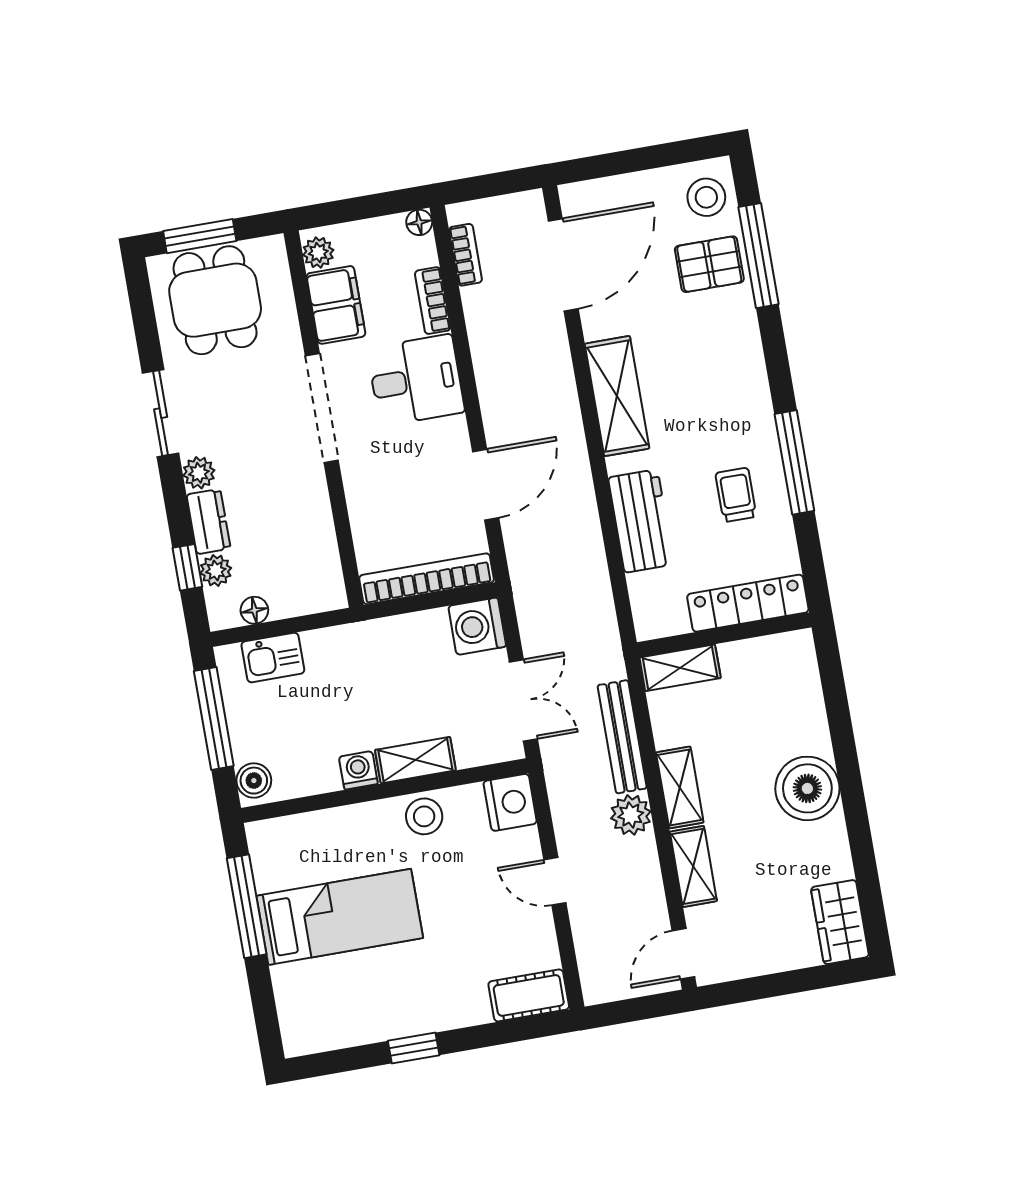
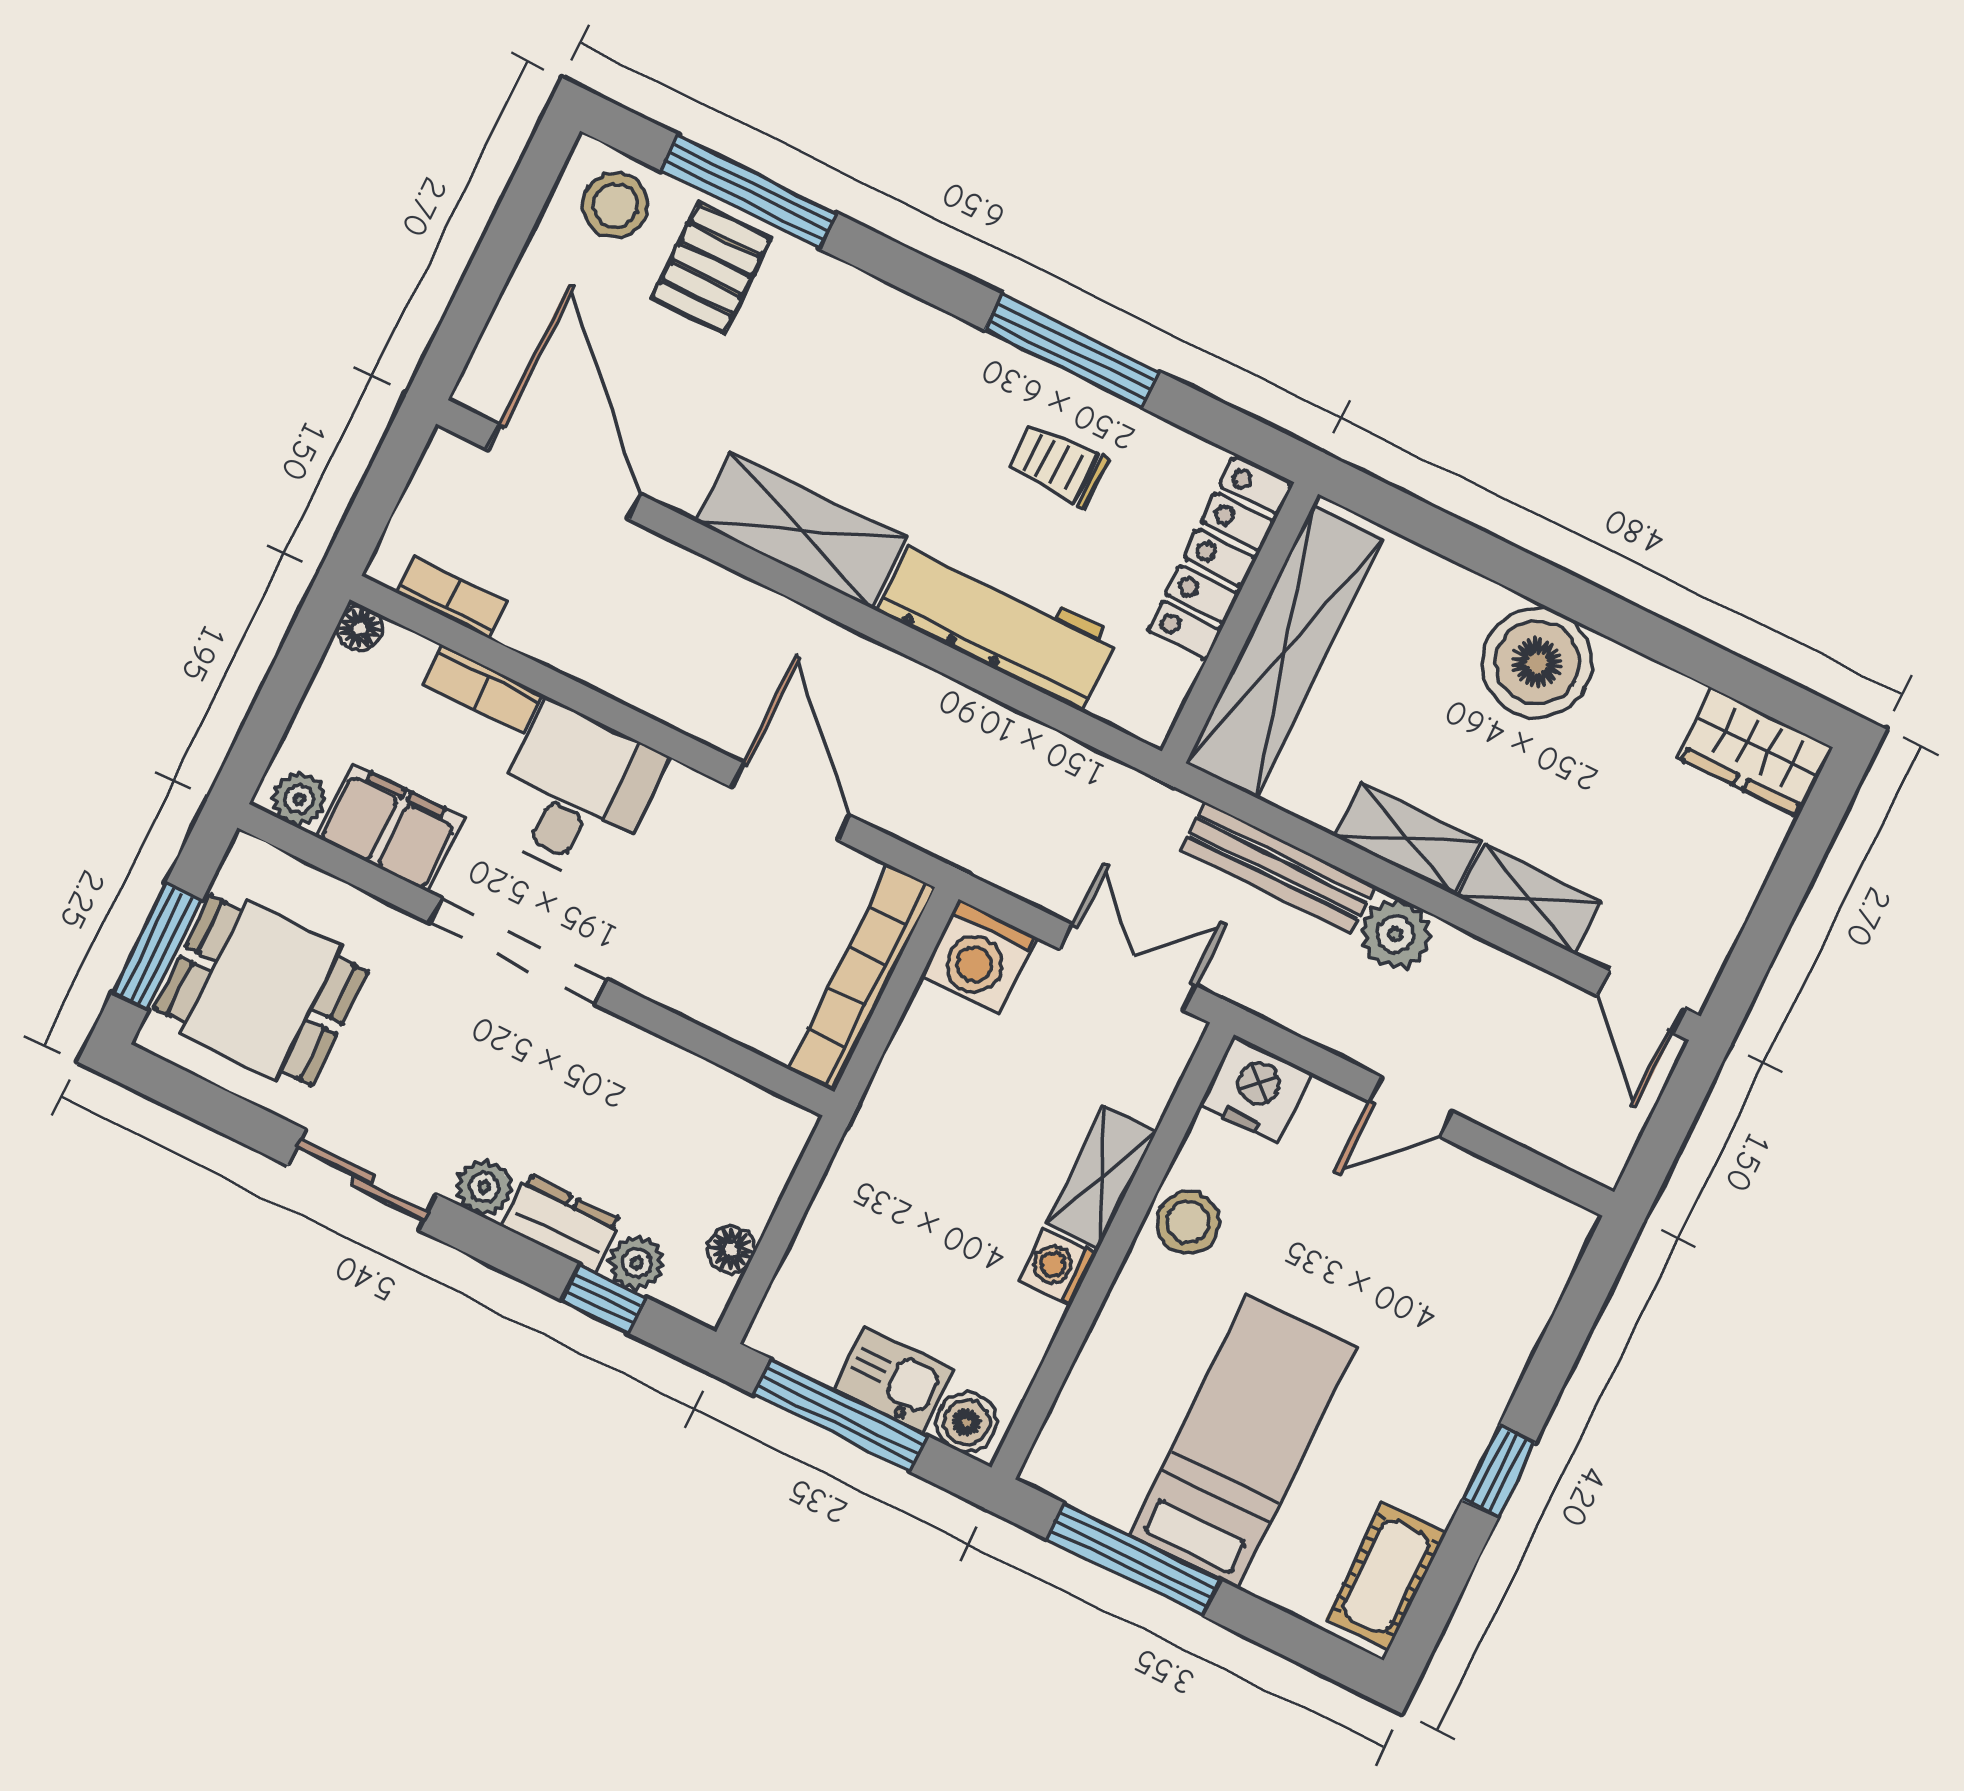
workbench: (641, 521) -> (998, 623), width x1.37
kitchen sink: (273, 658) -> (893, 1380), moved, turned -90
shelving: (680, 668) -> (1285, 651), width x2.20, depth x1.33
cot: (529, 995) -> (1386, 1576), moved

